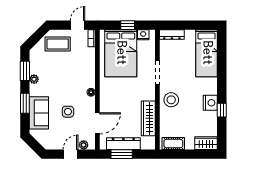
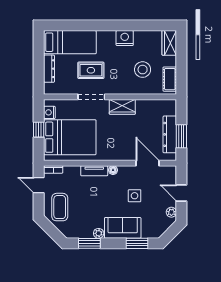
dresser: (172, 34) -> (49, 69), moved
rug: (181, 72) -> (91, 70), added
tv unit: (90, 75) -> (94, 171), added
stool: (171, 100) -> (143, 70), moved
window: (25, 103) -> (137, 243), moved
window: (222, 110) -> (133, 25), removed
sofa: (39, 113) -> (123, 228), moved
wardrobe: (148, 118) -> (122, 107), moved, width x0.67
plant: (84, 145) -> (171, 212), moved

